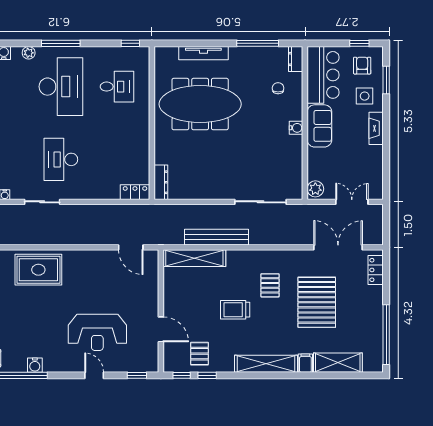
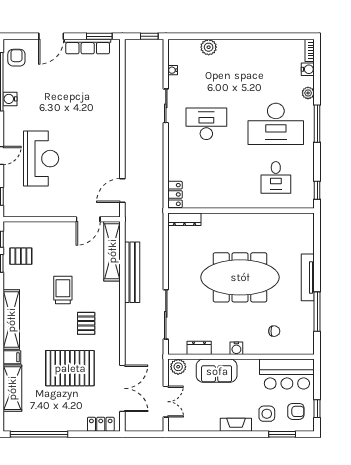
tv unit: (203, 53) -> (308, 277), moved
dresser: (296, 59) -> (199, 348), moved
meeting table: (200, 104) -> (240, 277), moved, turned 90
sofa: (319, 126) -> (217, 371), moved
rug: (38, 270) -> (101, 102), removed
pallet: (270, 285) -> (86, 323), turned 90
door: (161, 329) -> (88, 219), moved
reception desk: (97, 332) -> (41, 159), turned 180

